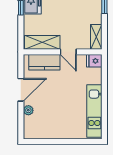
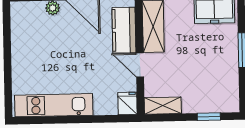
door: (68, 52) -> (140, 65), hinge flipped

